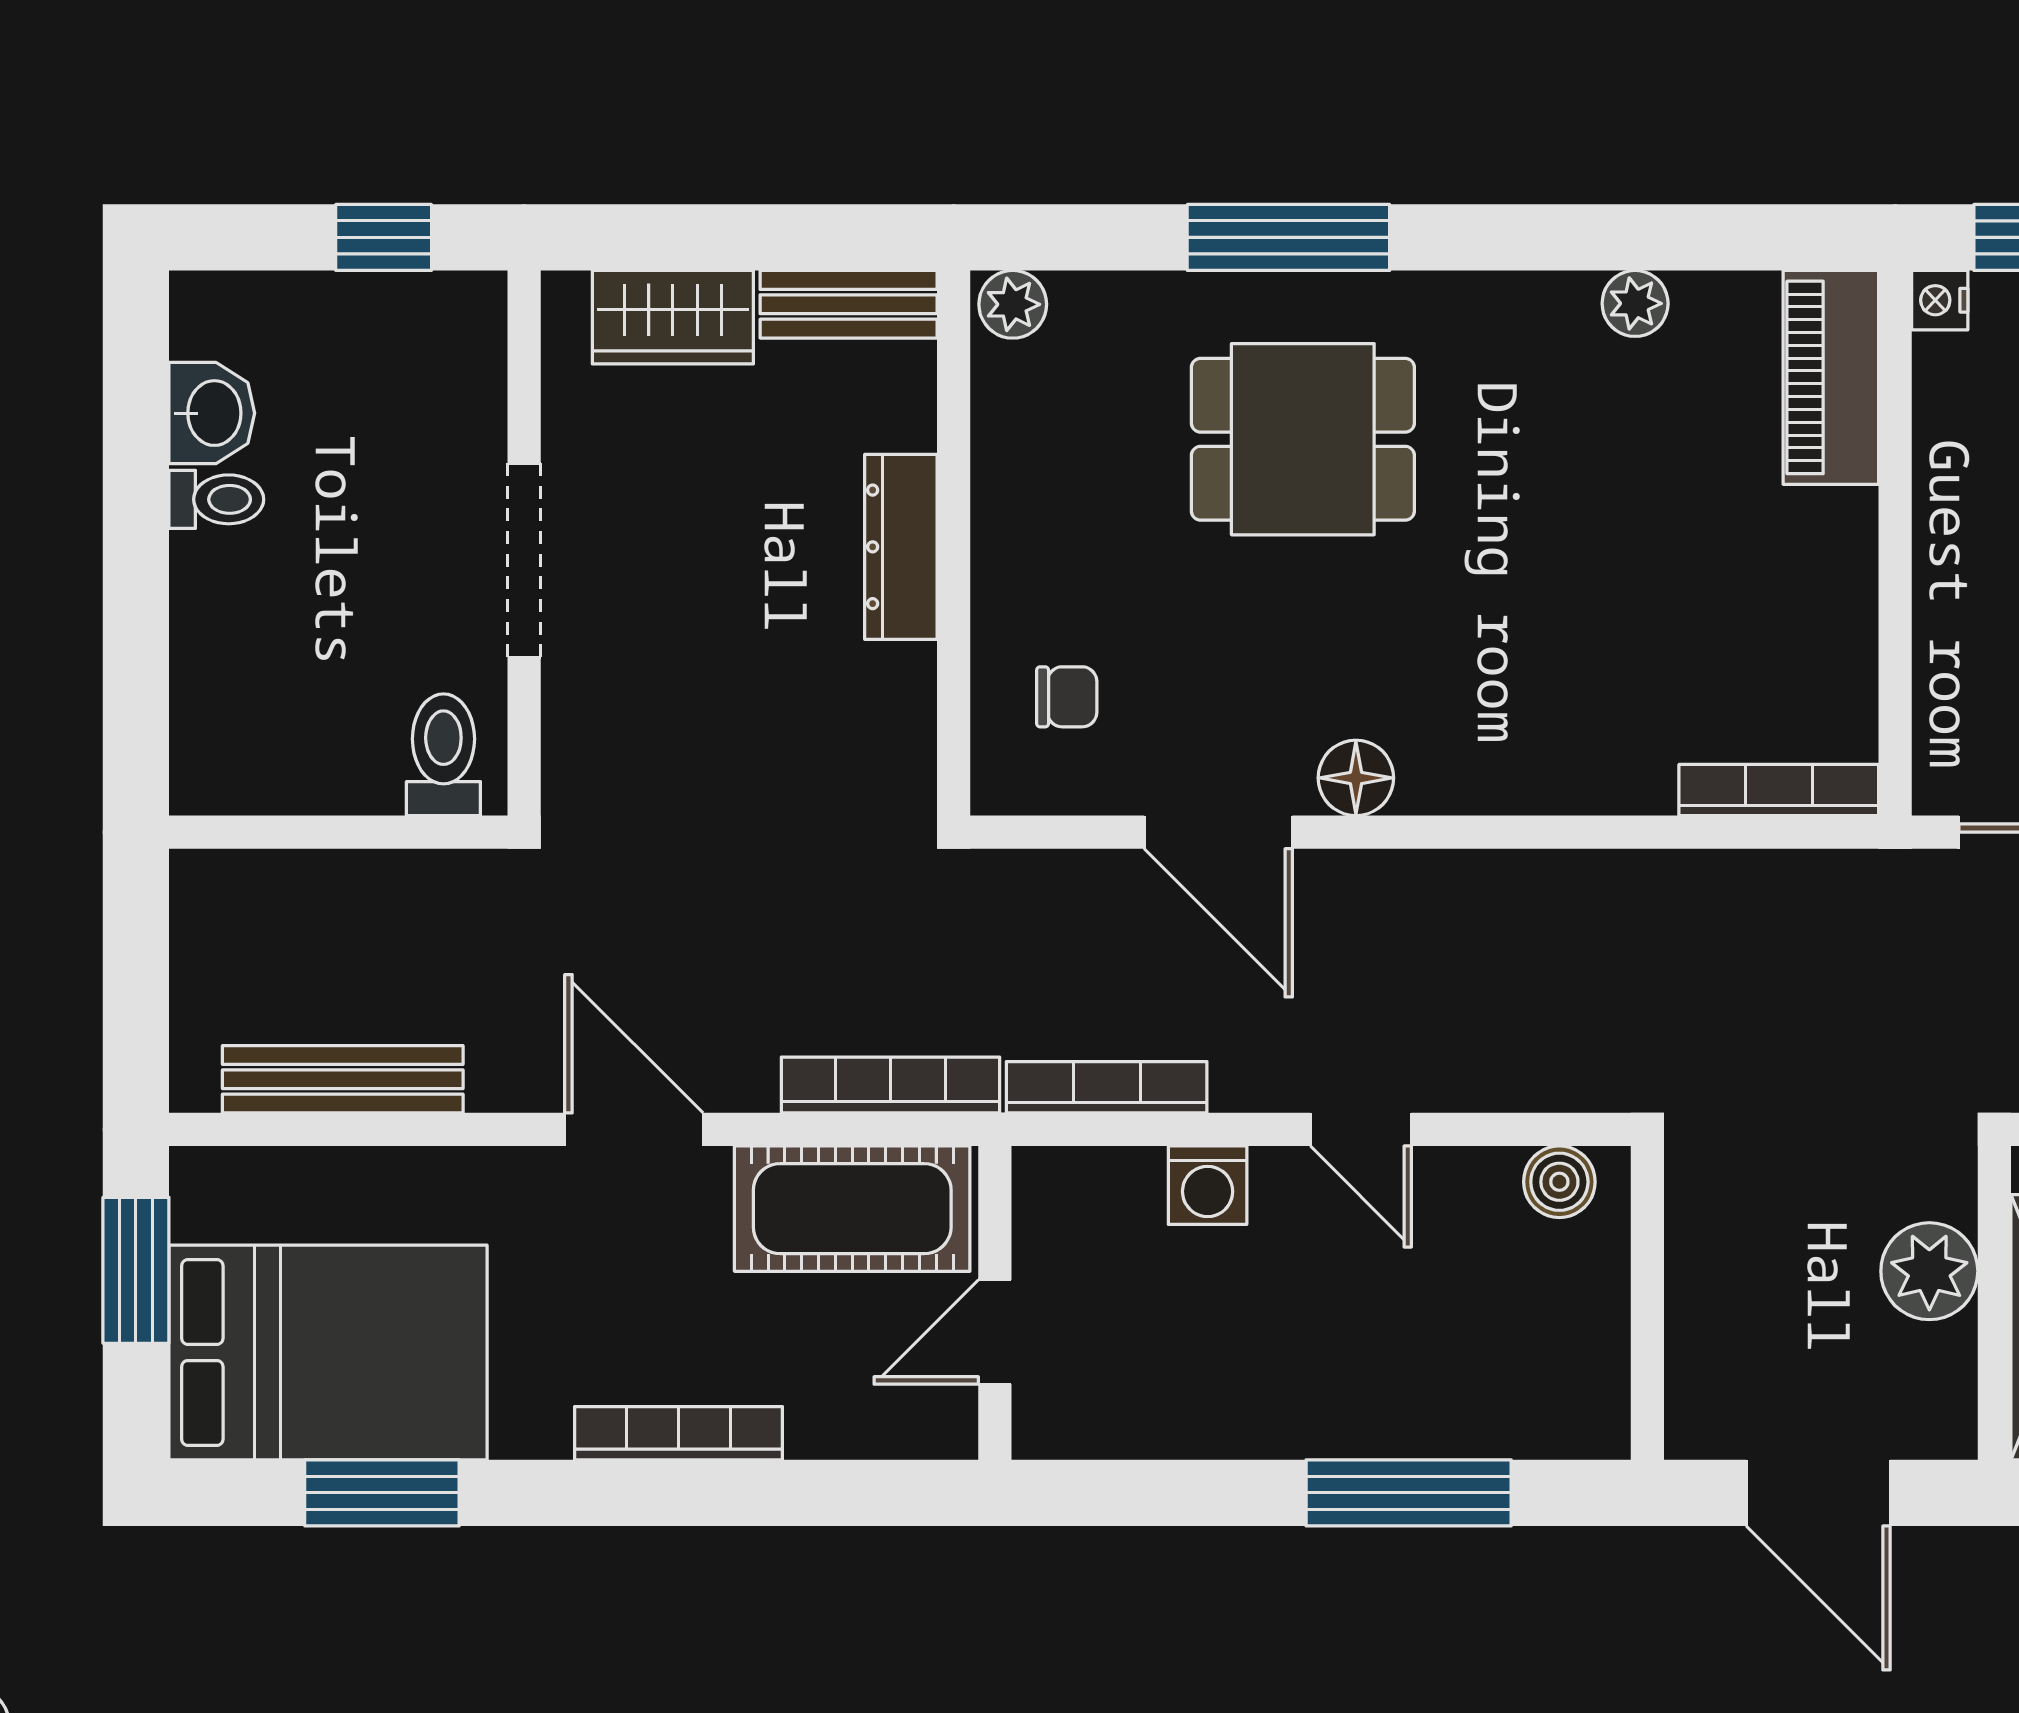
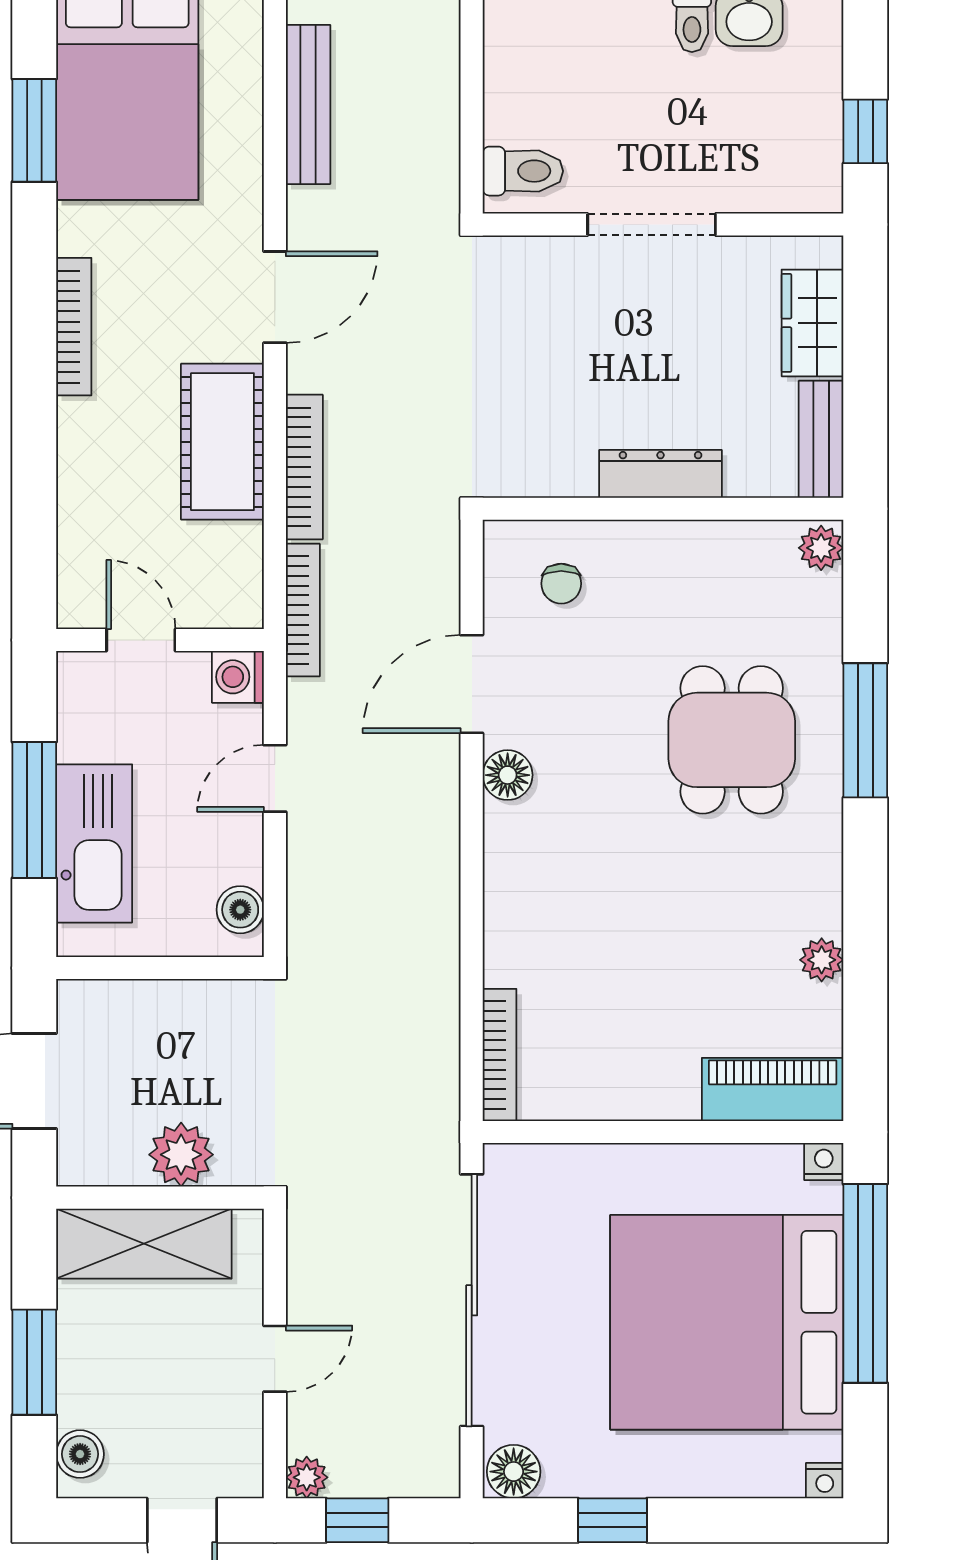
wall: (995, 1303) -> (160, 640), moved
door: (995, 1332) -> (141, 640), moved
kitchen sink: (1459, 1402) -> (94, 843), added

